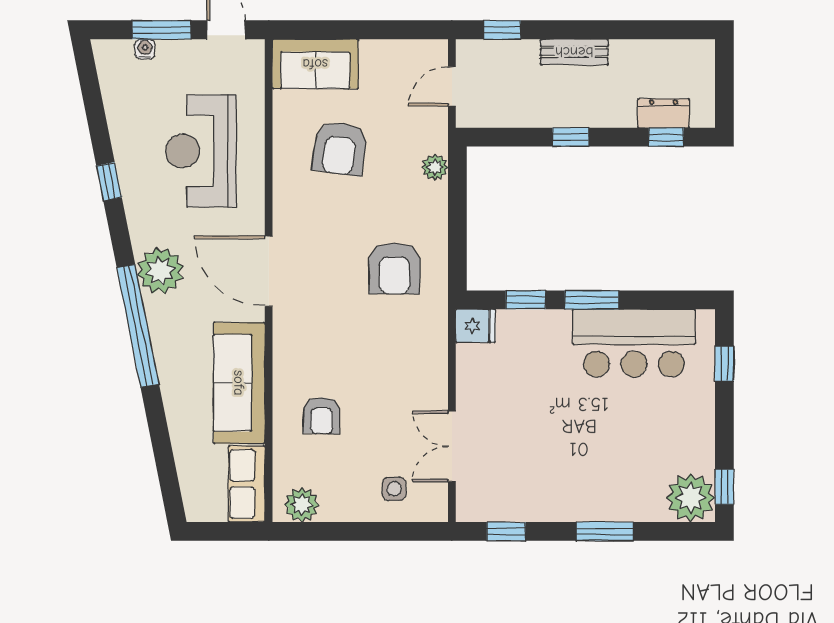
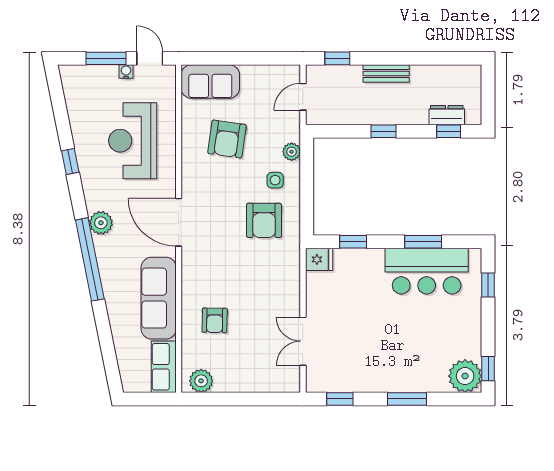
water cooler: (145, 49) -> (126, 72), moved
plant: (160, 271) -> (101, 223), width x0.73, depth x0.73
window: (592, 300) -> (423, 242), moved
side table: (394, 489) -> (275, 180), moved

